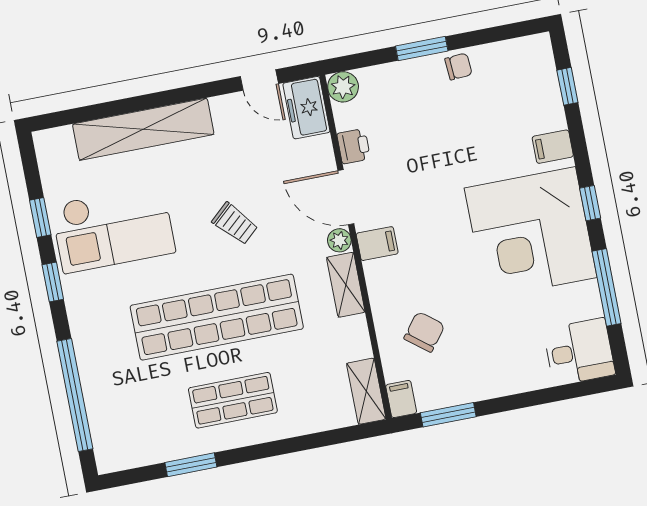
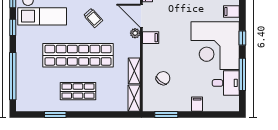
shelving: (346, 285) -> (134, 71), moved
desk: (579, 352) -> (226, 83), moved
filing cabinet: (401, 399) -> (197, 104), moved

